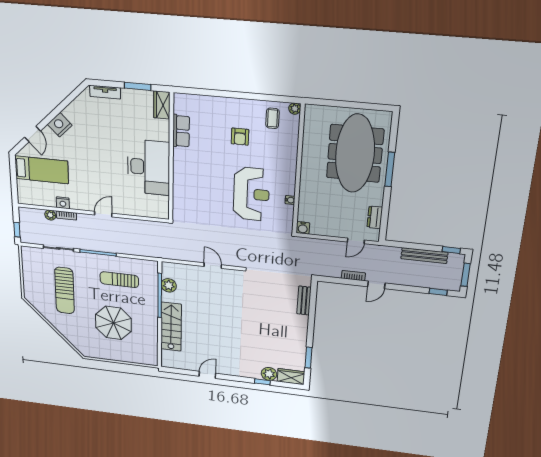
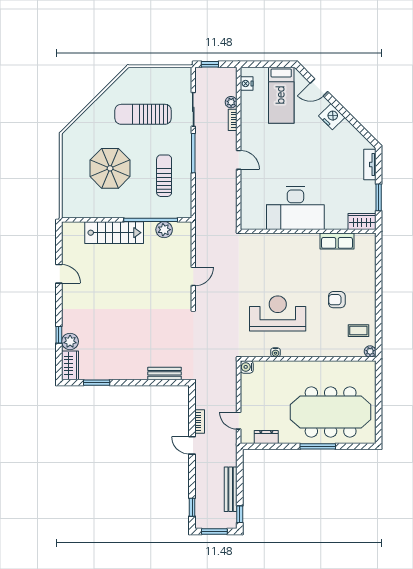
reception desk: (251, 194) -> (278, 313), turned 180
nightstand: (63, 203) -> (247, 83), moved

